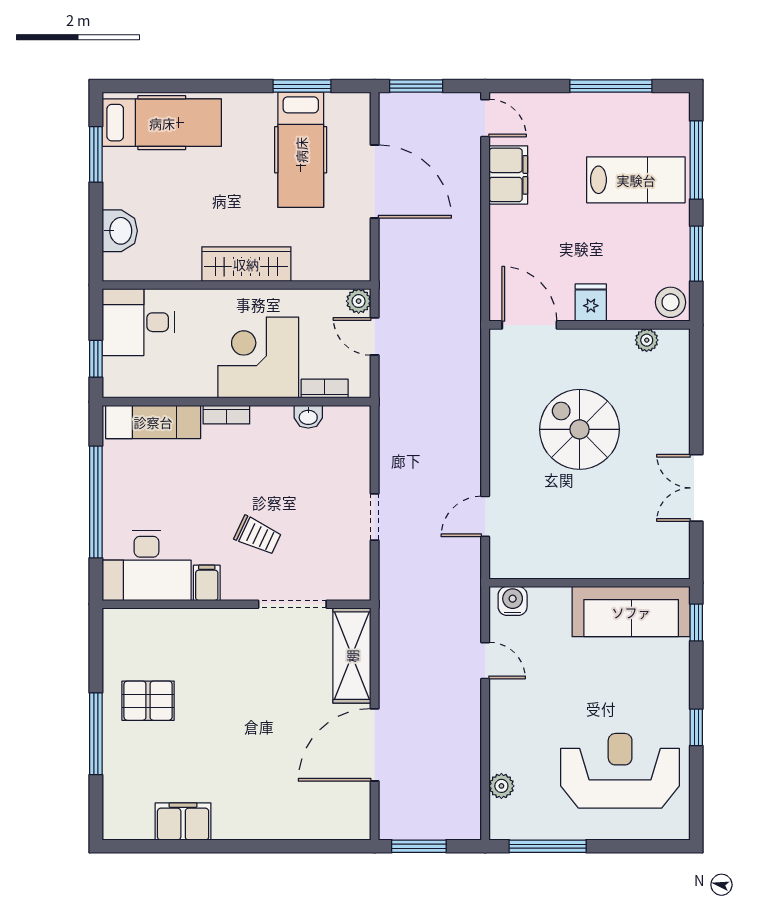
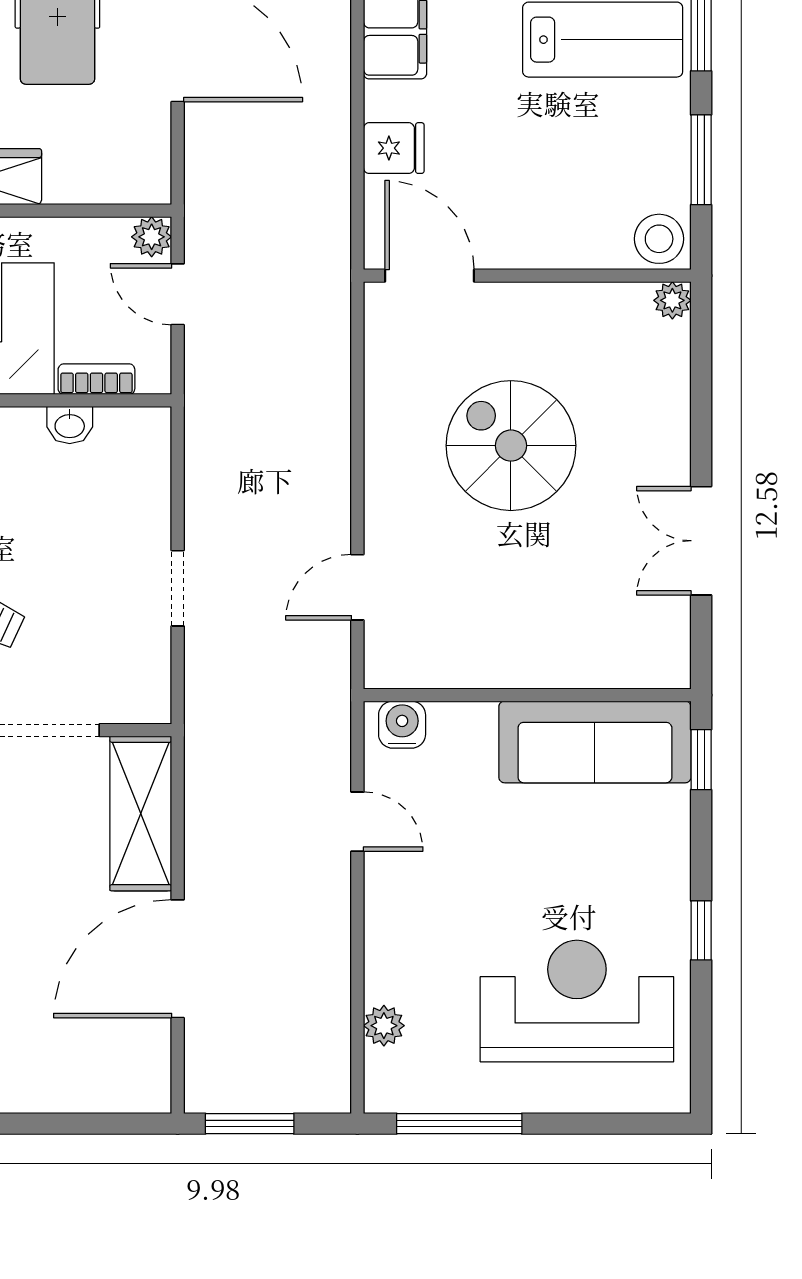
fridge: (591, 303) -> (394, 148), moved, turned 90
plant: (647, 340) -> (672, 300), moved

